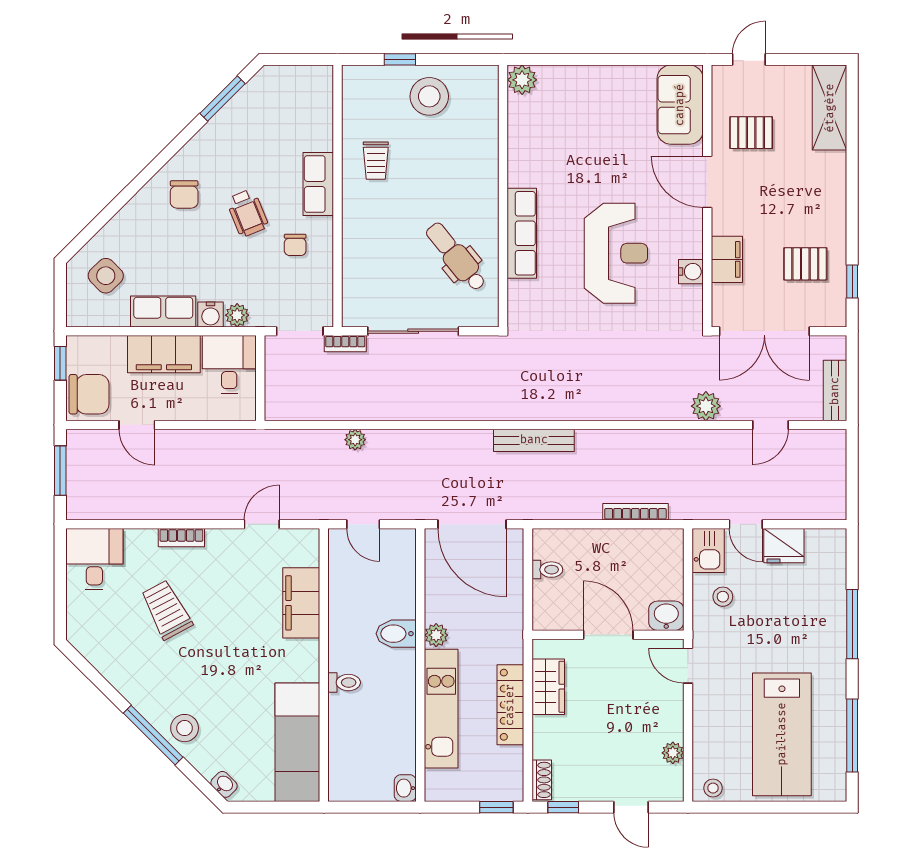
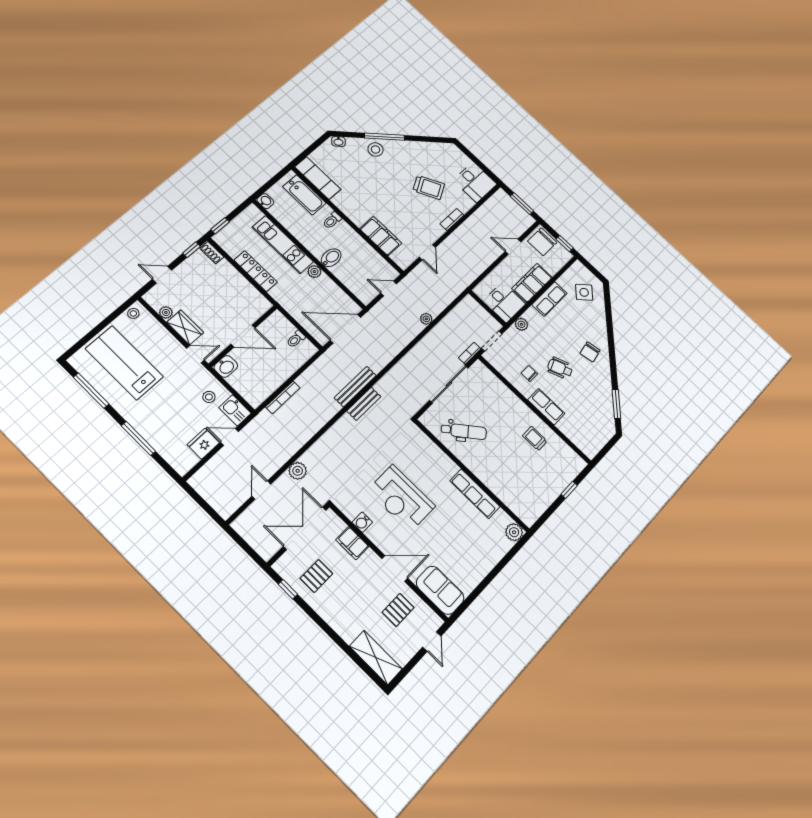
stool: (429, 96) -> (542, 487), removed
chair: (184, 194) -> (590, 352), turned -101
row of seats: (522, 233) -> (475, 494), moved
water cooler: (211, 314) -> (531, 315), removed
bench: (835, 391) -> (364, 404), moved, turned 90
wardrobe: (548, 687) -> (185, 327), moved, turned 180
exam couch: (297, 742) -> (318, 178), width x0.73, depth x0.69
bathtub: (346, 751) -> (304, 195), added

